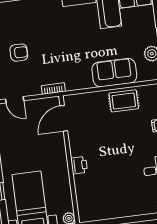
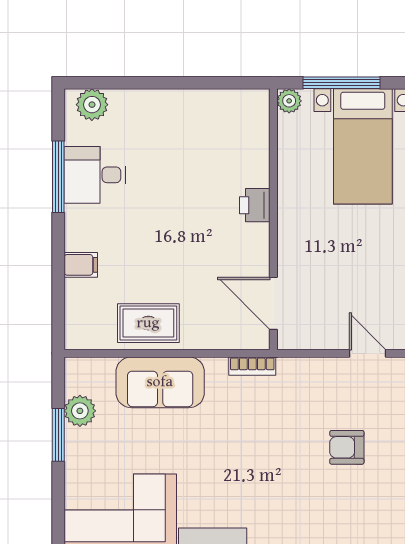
bookcase: (53, 88) -> (252, 366), moved
door: (64, 118) -> (273, 303), swing flipped

